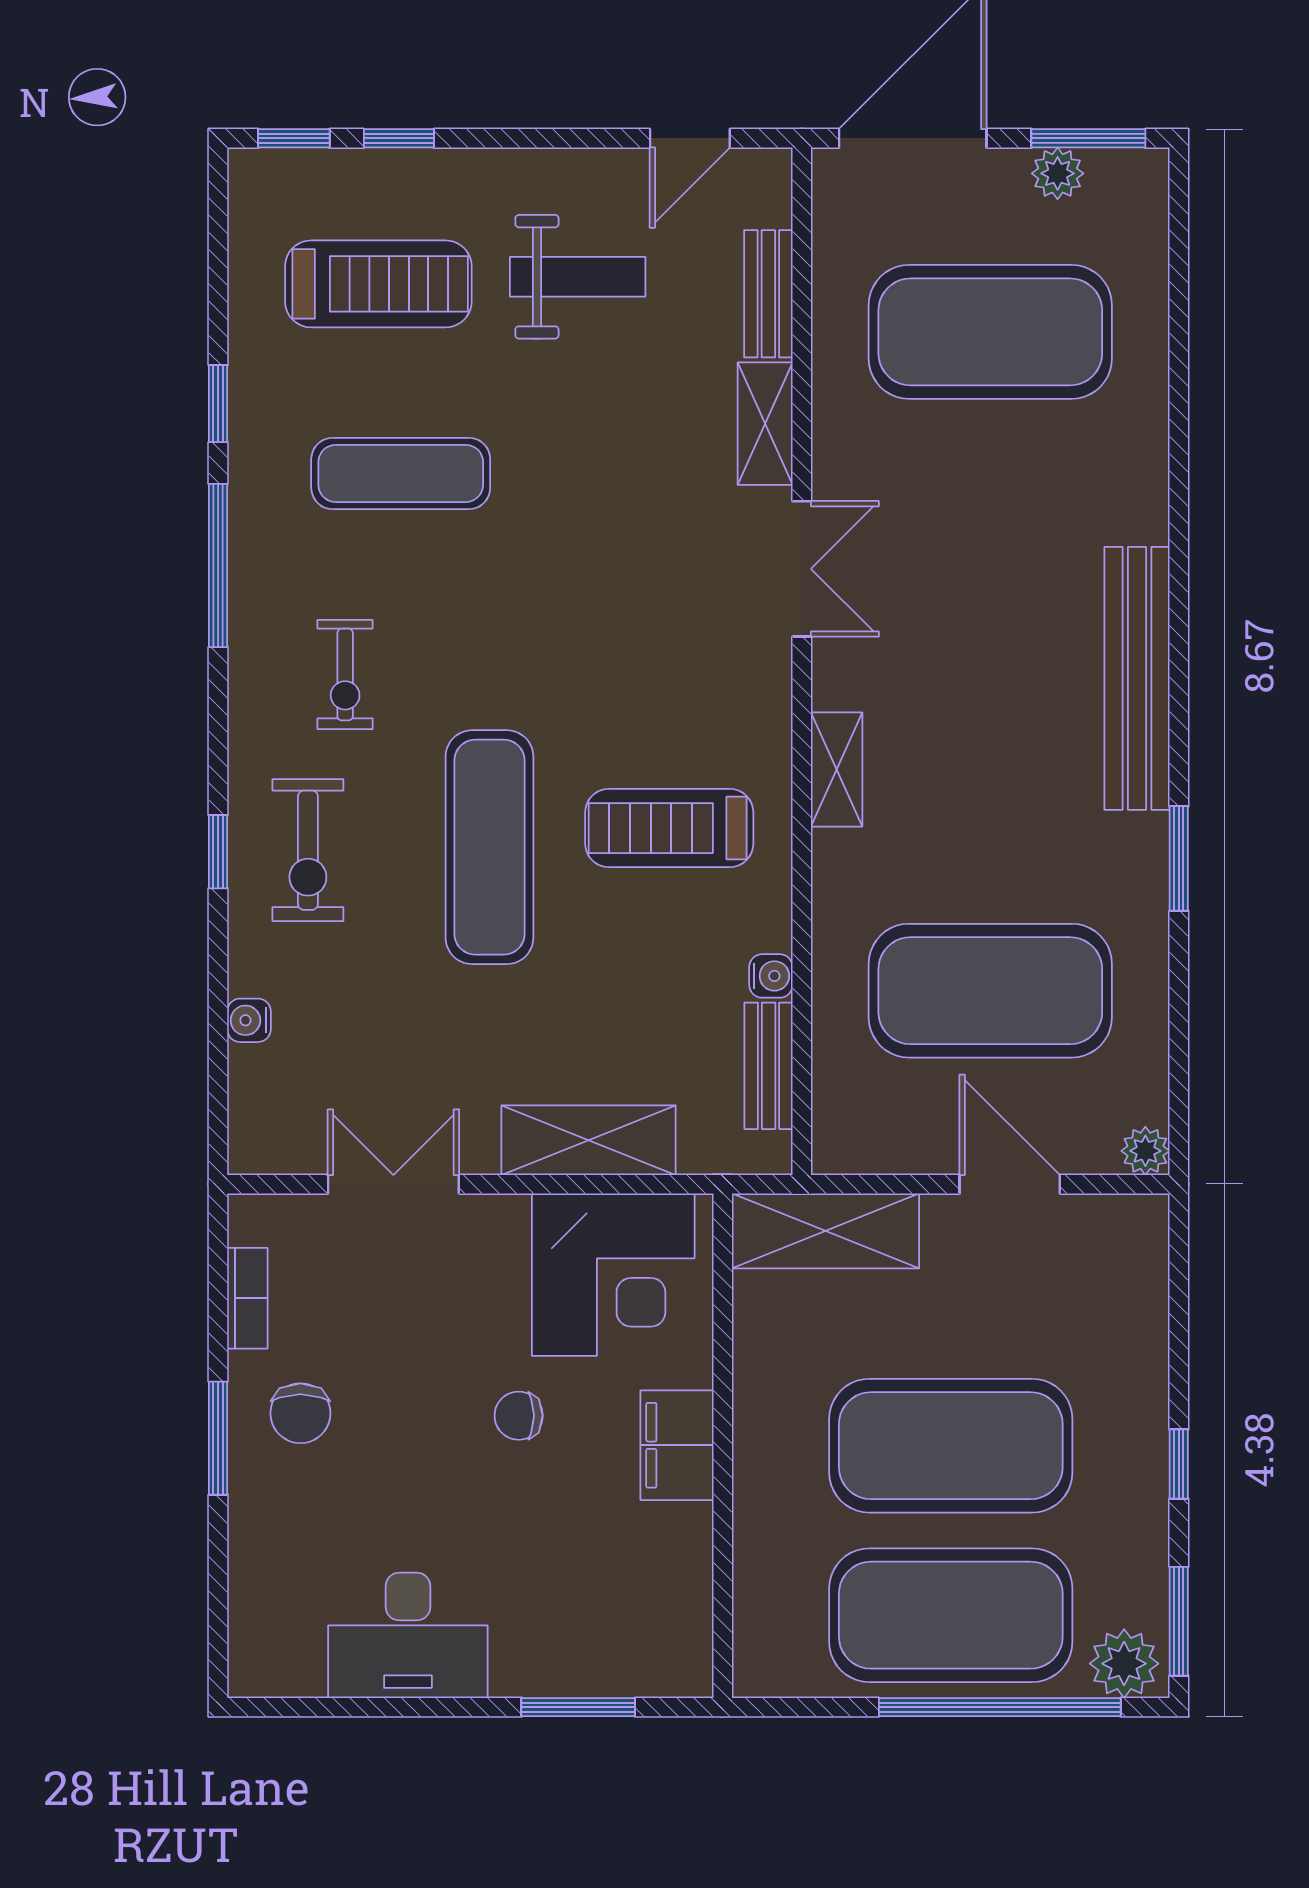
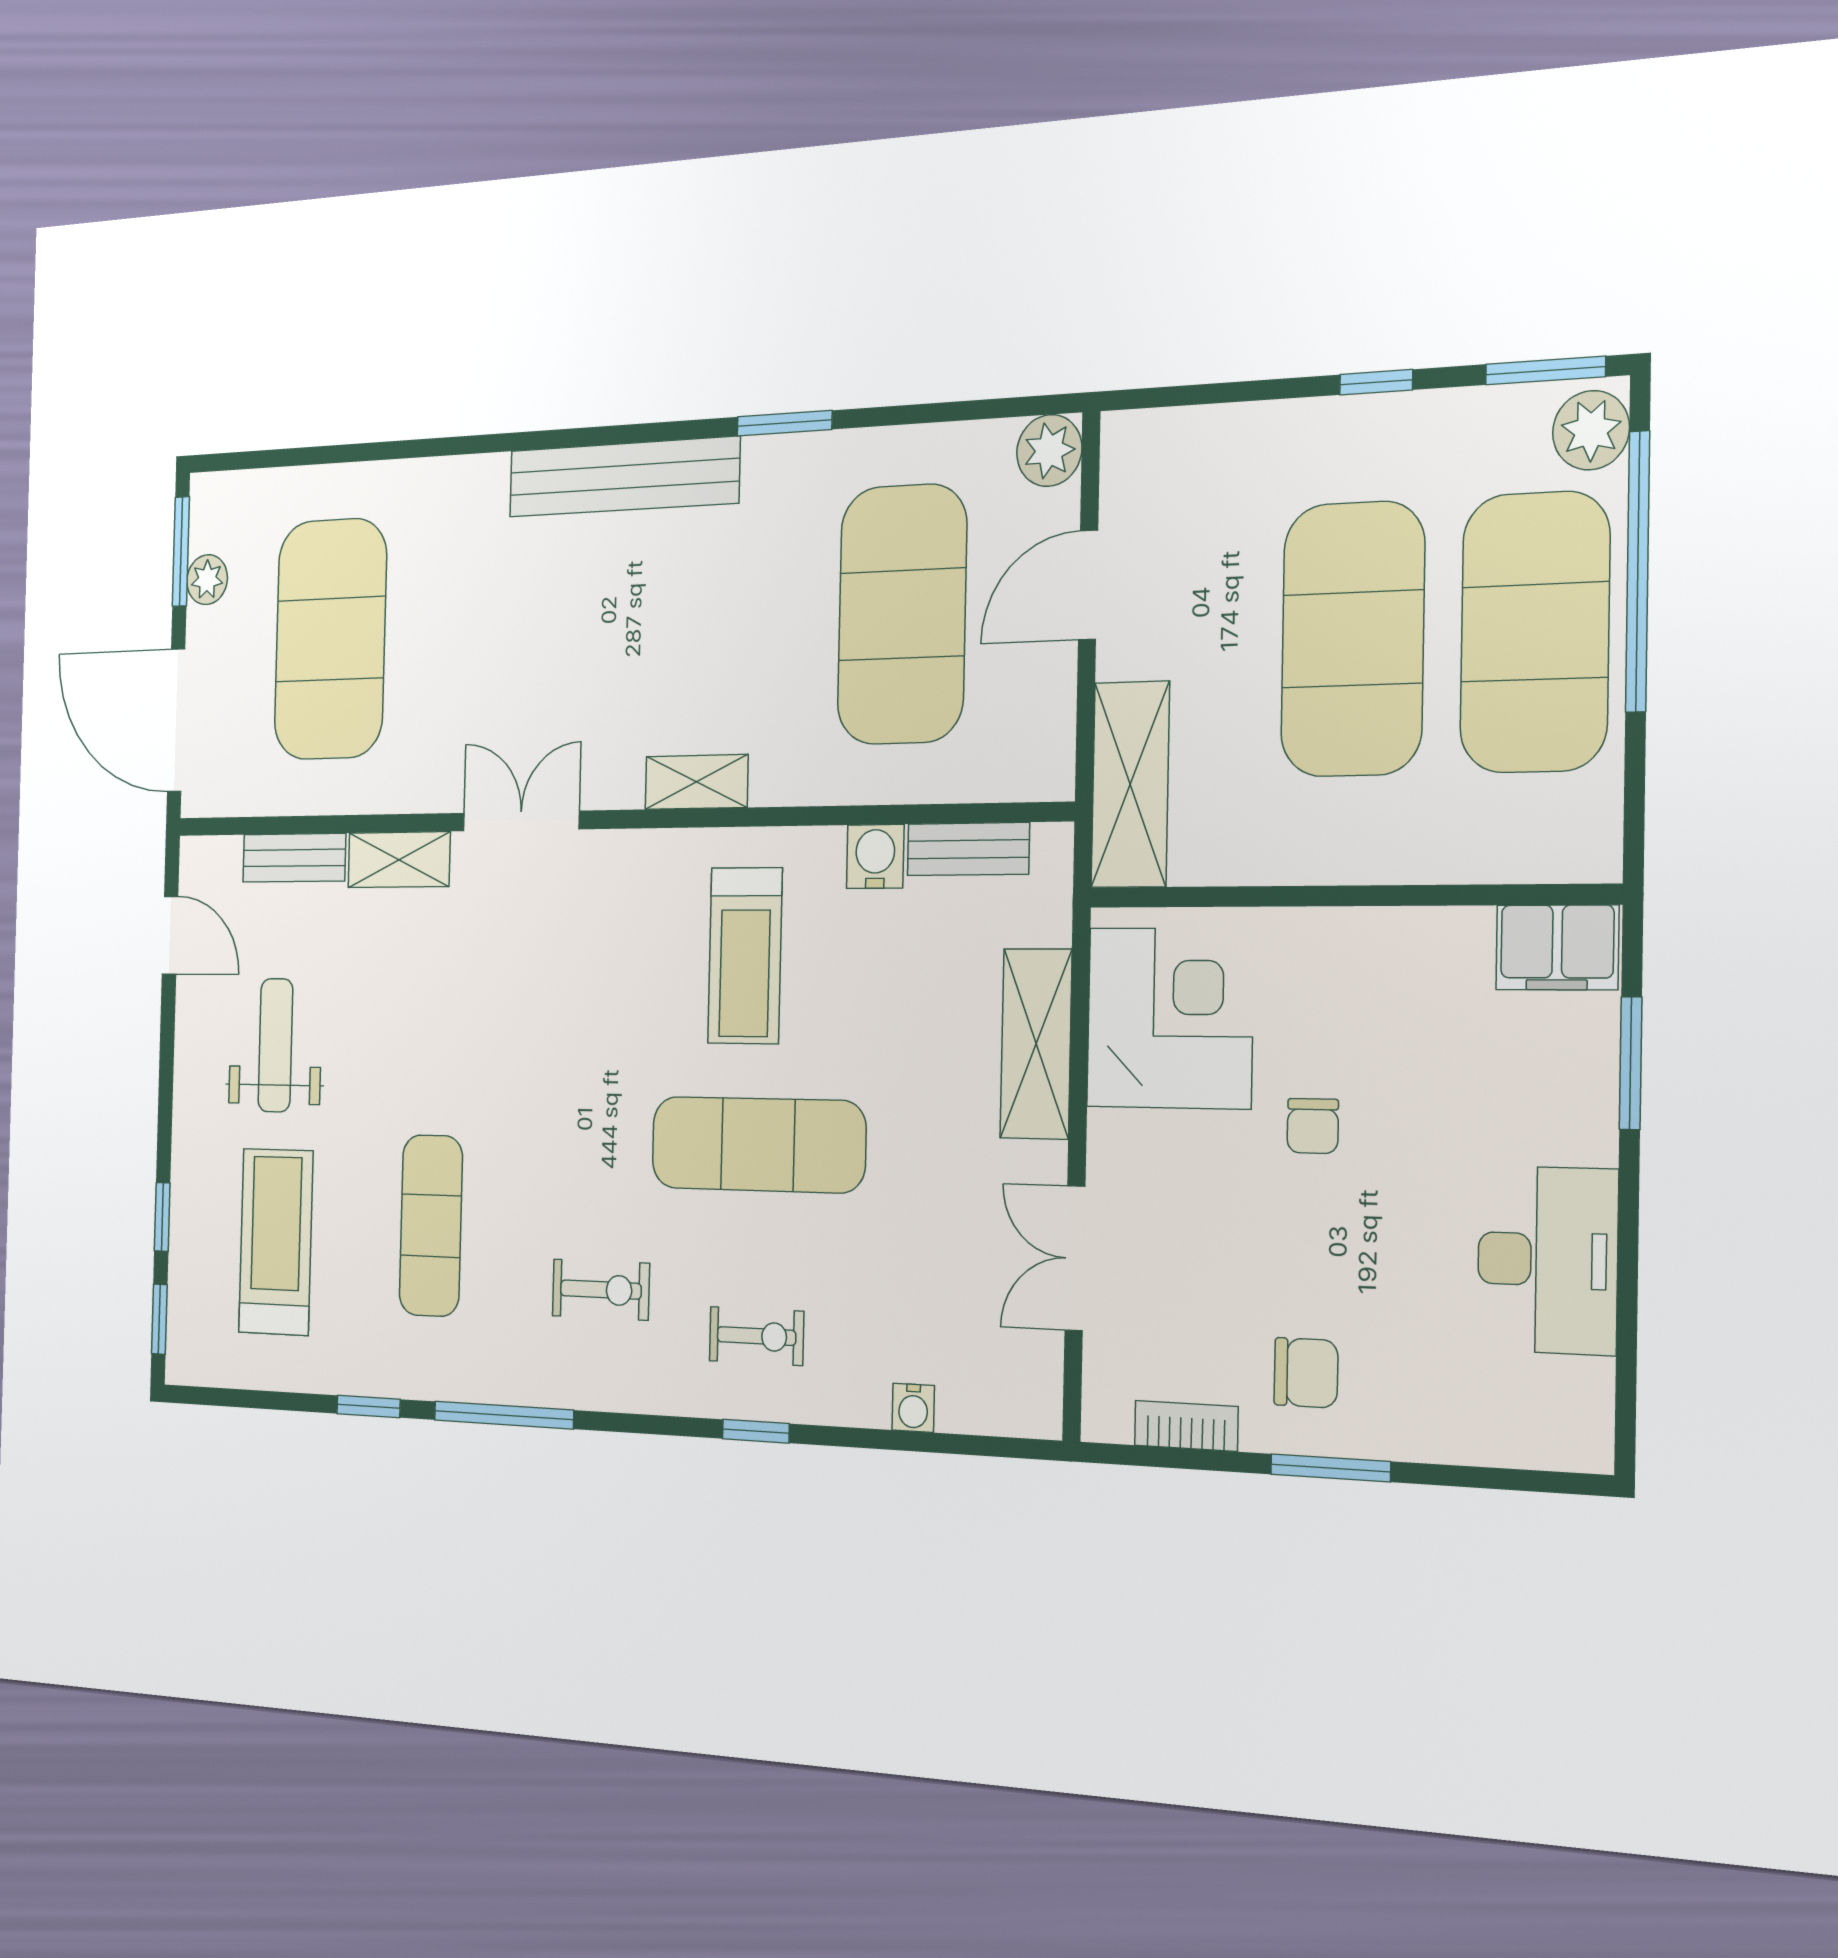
exercise bike: (308, 850) -> (756, 1336), width x0.73, depth x0.72
water cooler: (771, 976) -> (875, 856), width x1.38, depth x1.38
plant: (1145, 1151) -> (1049, 450), width x1.38, depth x1.38
filing cabinet: (677, 1445) -> (1557, 947), moved

